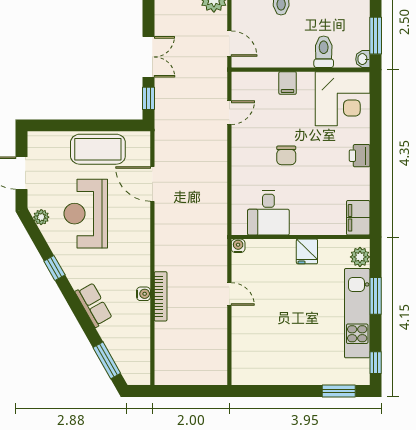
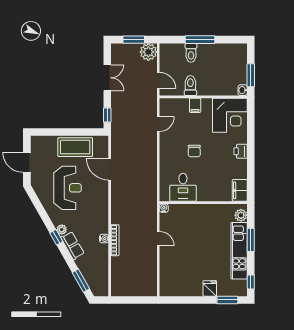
toilet: (324, 52) -> (190, 86), moved
double door: (149, 57) -> (107, 78), moved
reception desk: (86, 214) -> (68, 188), turned 180
plant: (41, 217) -> (62, 230), moved
fridge: (307, 251) -> (210, 288), moved, turned 180
window: (54, 268) -> (56, 237), moved

